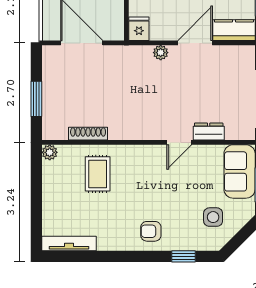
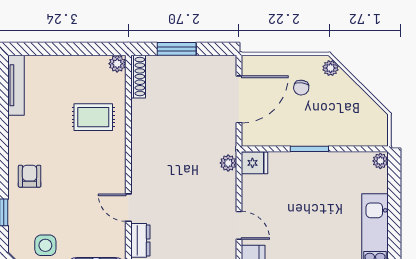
door: (195, 43) -> (239, 225), width x0.73
plant: (161, 53) -> (228, 163), moved
shoe rack: (88, 134) -> (138, 77), moved

